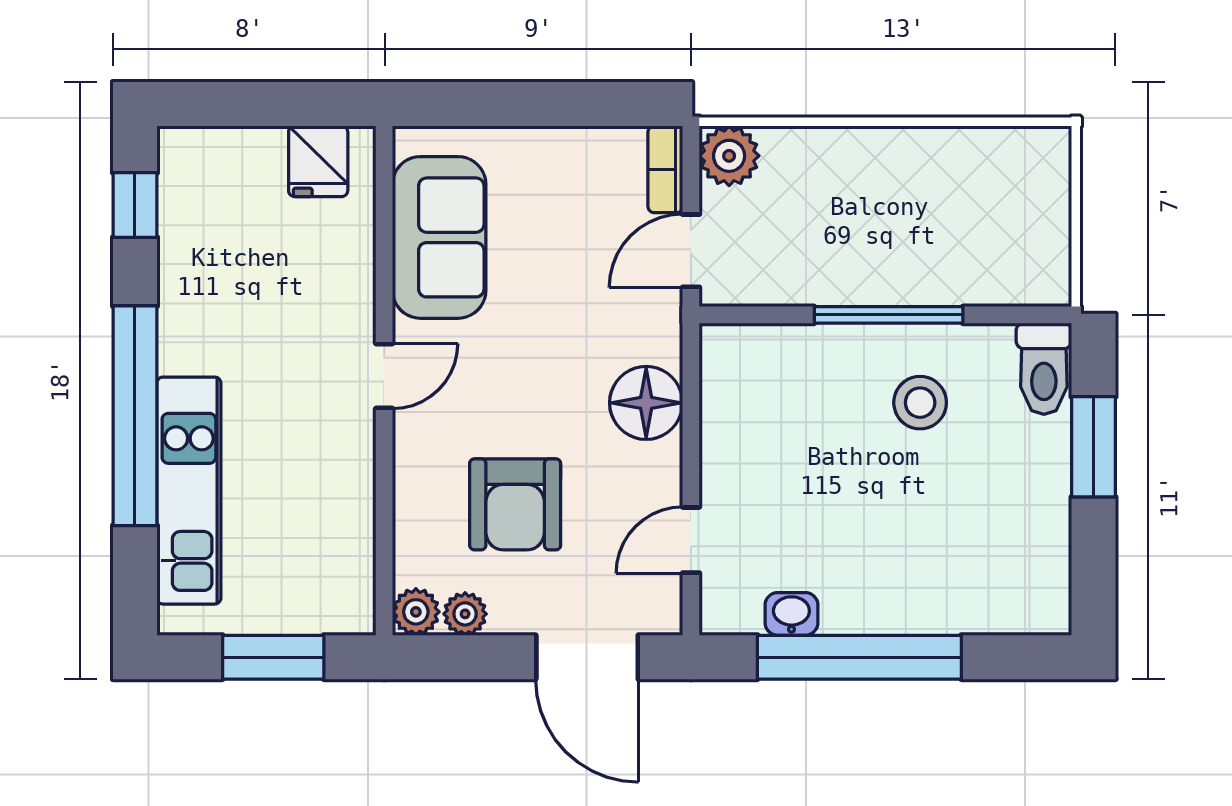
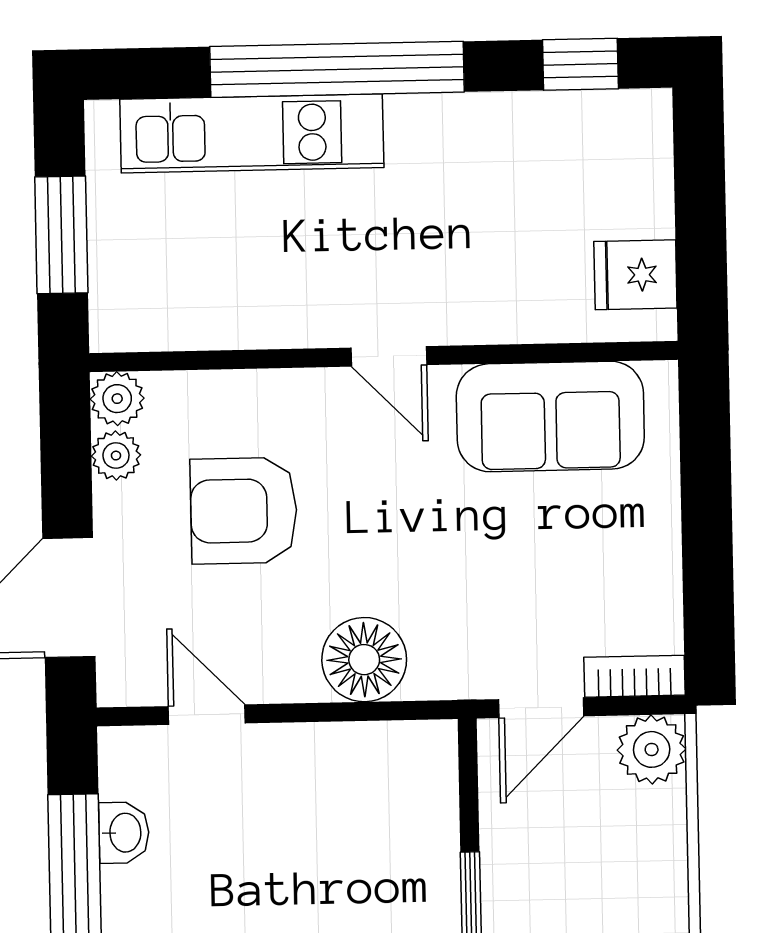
door: (691, 251) -> (541, 708), swing flipped

